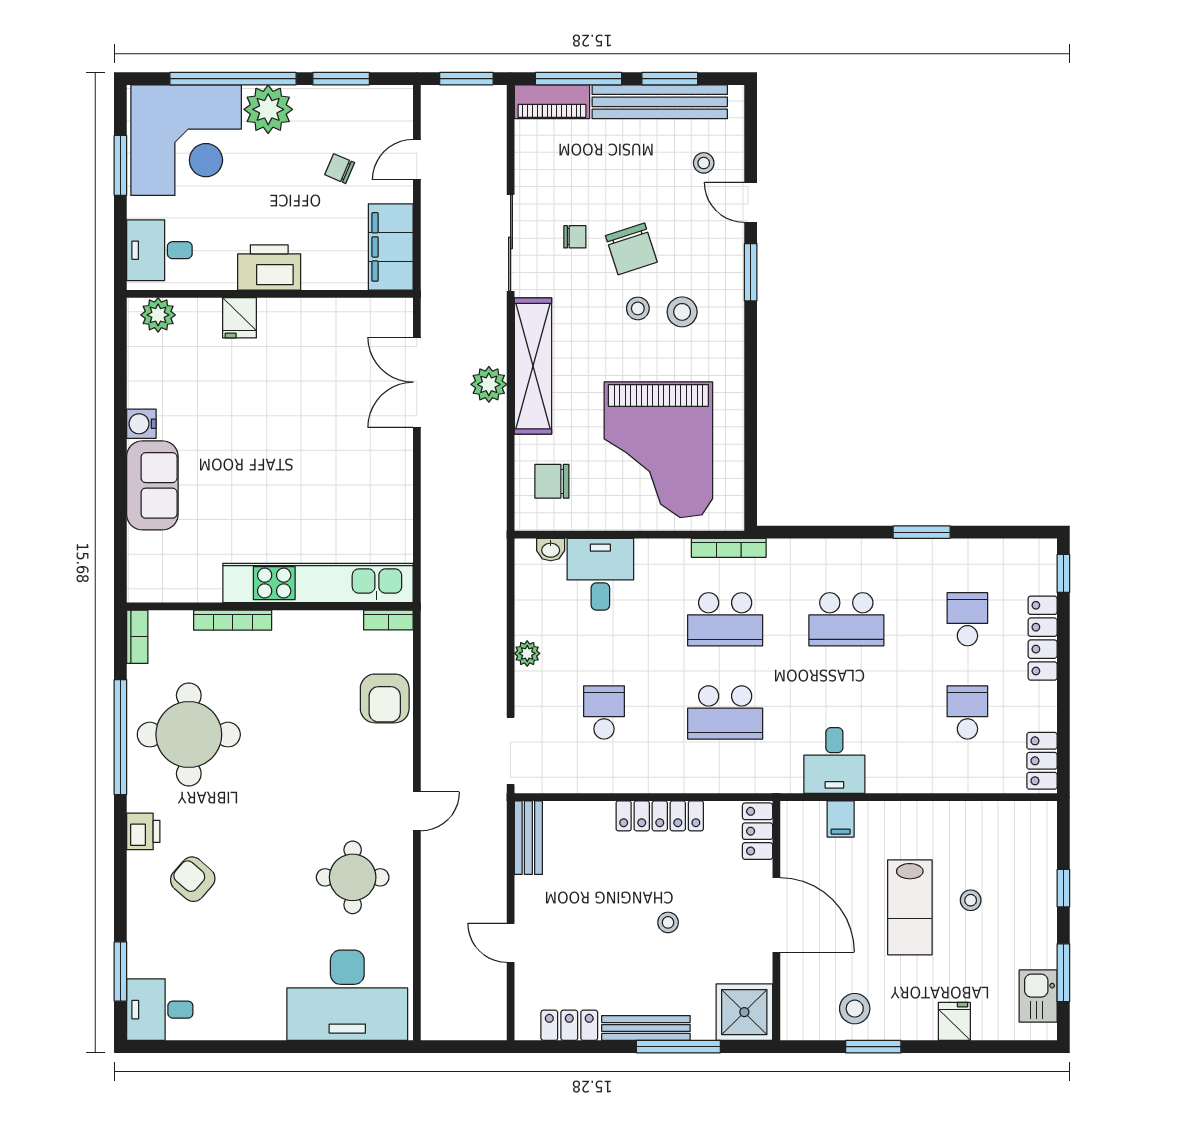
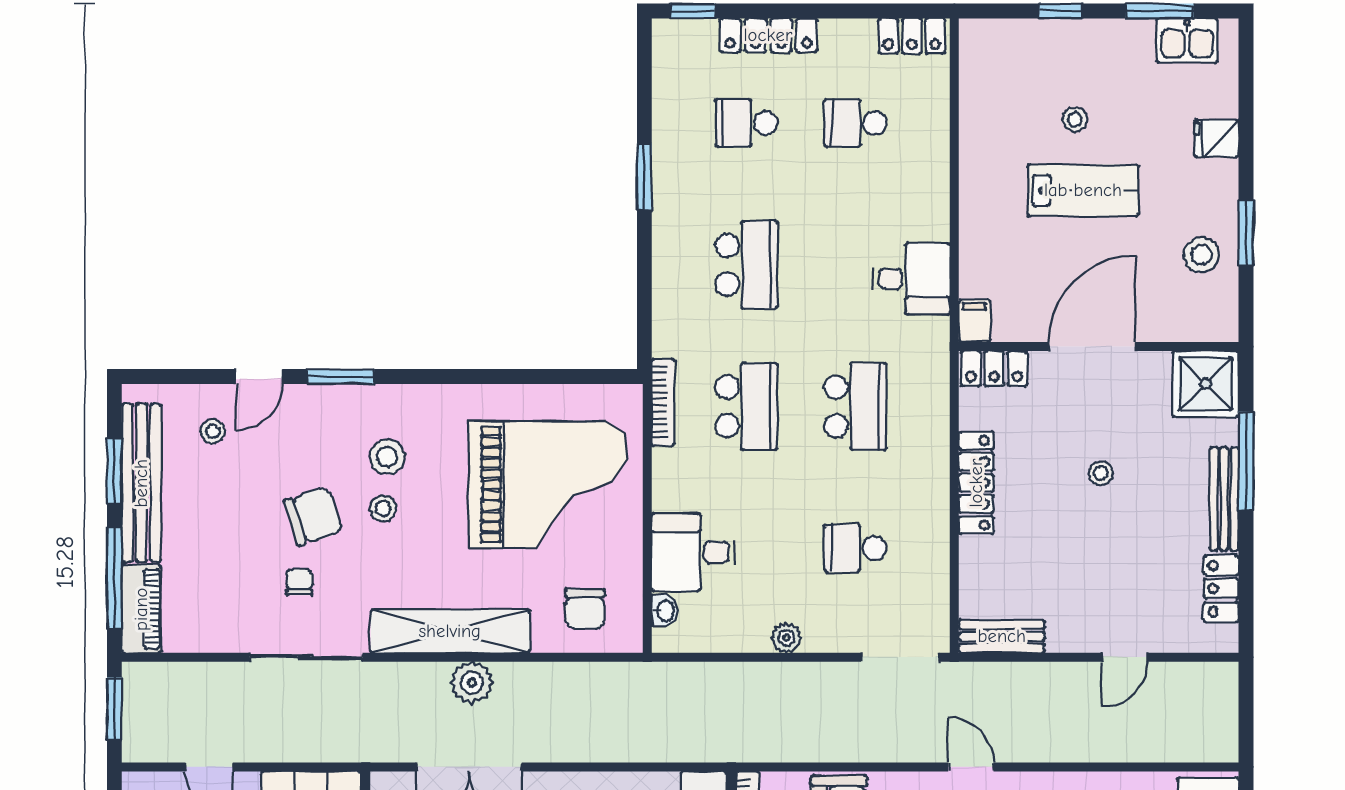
filing cabinet: (841, 819) -> (975, 321), moved, turned -90

